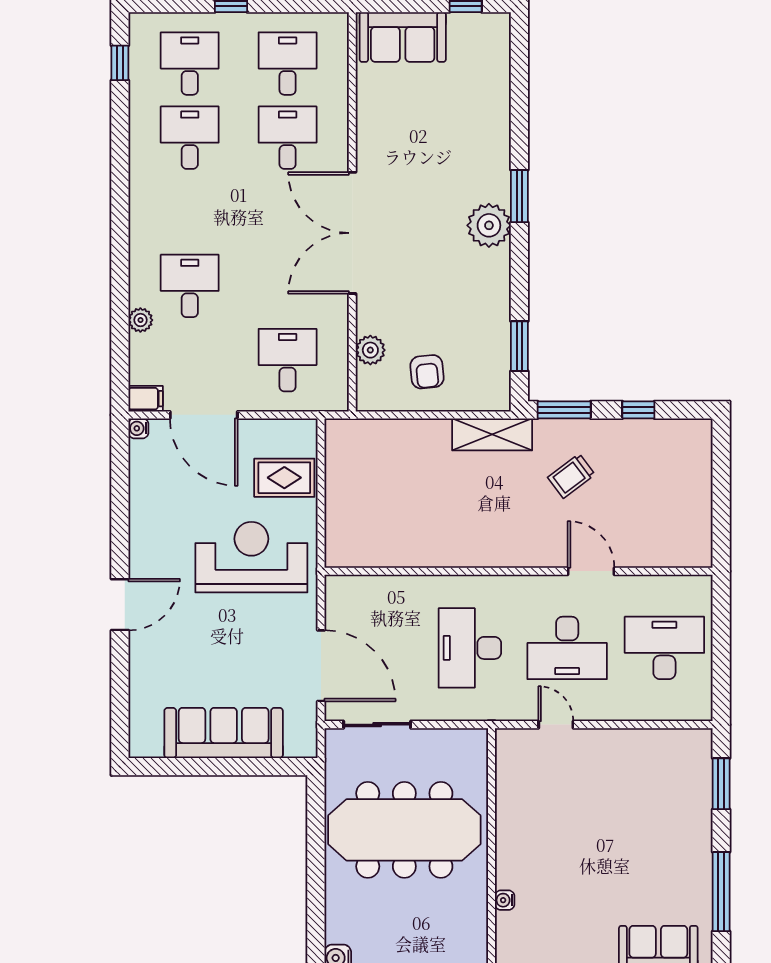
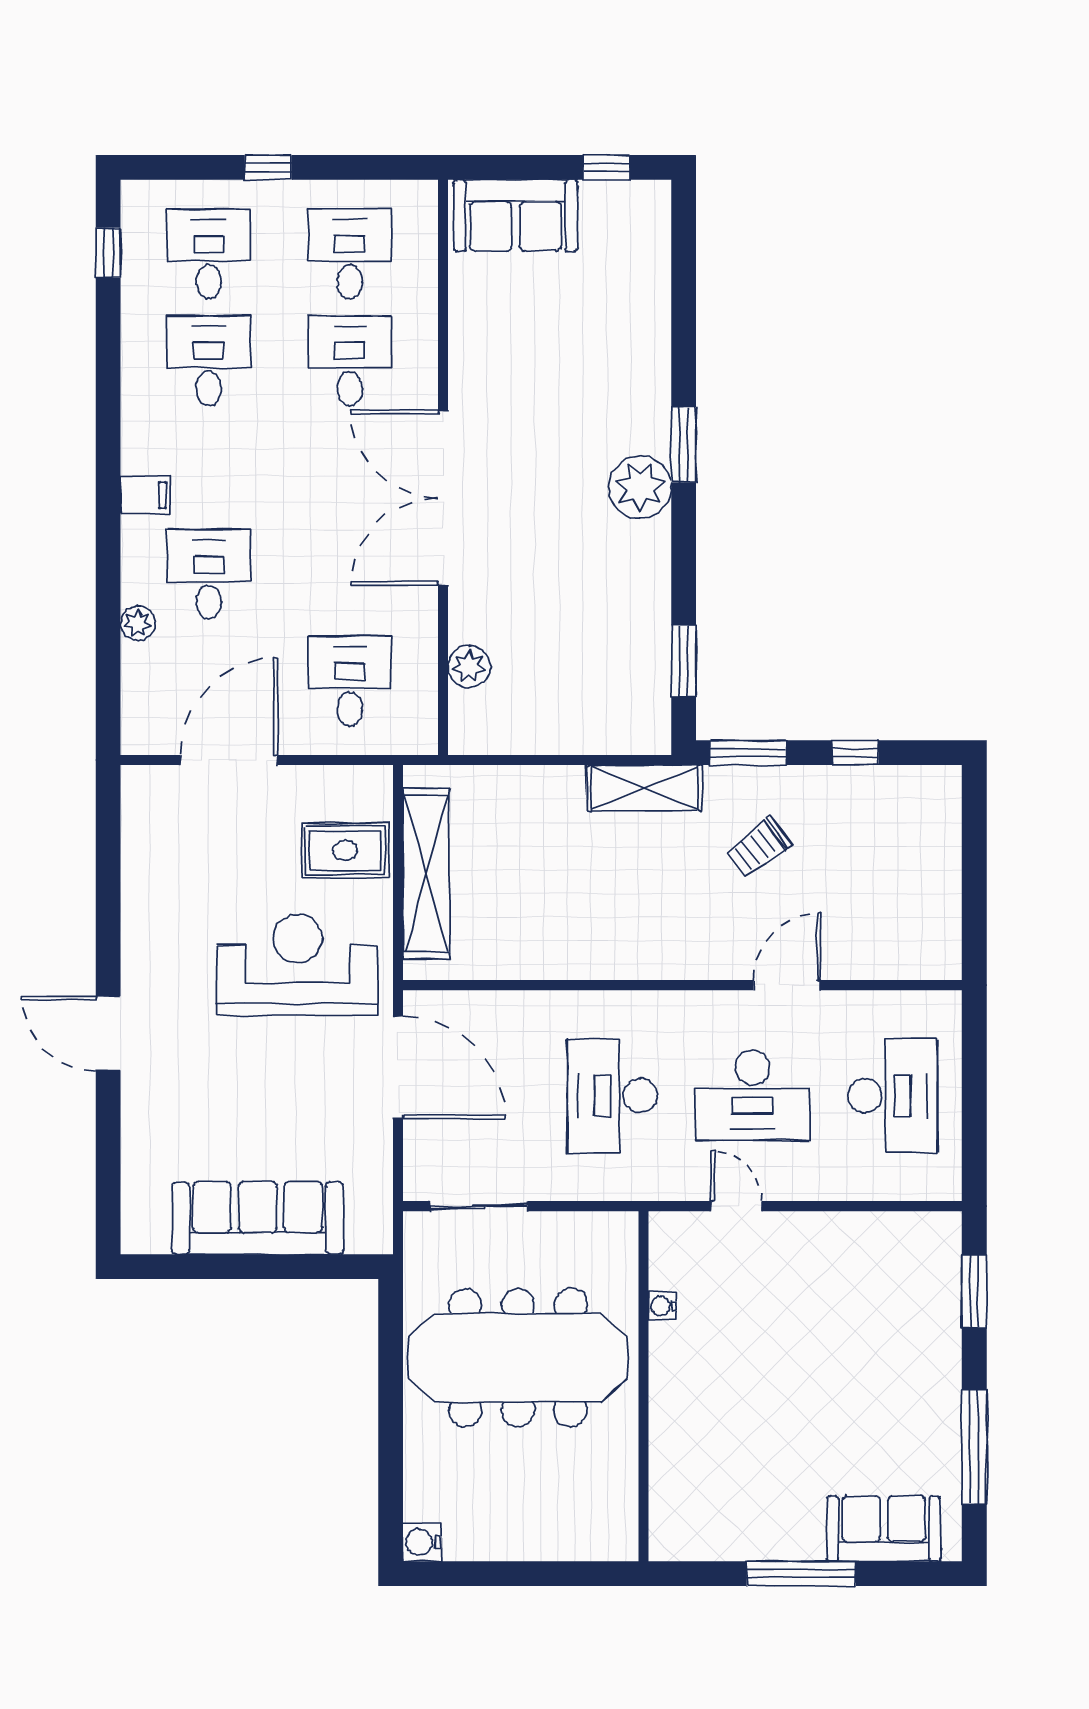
armchair: (427, 372) -> (551, 698), removed
filing cabinet: (146, 399) -> (145, 495), moved
door: (204, 415) -> (229, 760), swing flipped
water cooler: (138, 428) -> (135, 779), removed
shelving: (341, 494) -> (426, 874), added
door: (591, 571) -> (787, 985), hinge flipped
door: (120, 605) -> (108, 1033), swing flipped
desk: (664, 648) -> (893, 1096), turned 90
door: (321, 666) -> (398, 1067), moved
water cooler: (505, 900) -> (662, 1306), moved

